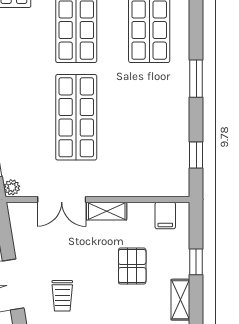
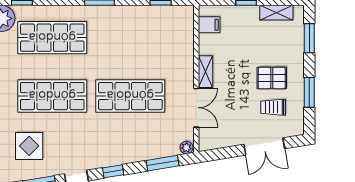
pallet: (132, 266) -> (272, 78), moved
trolley: (62, 296) -> (273, 107), turned 180

